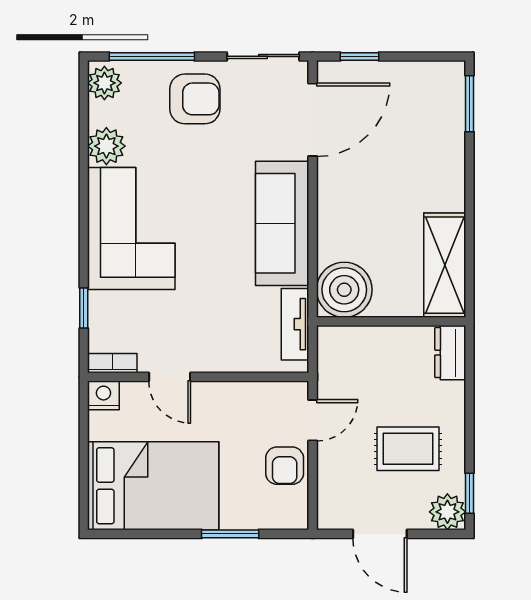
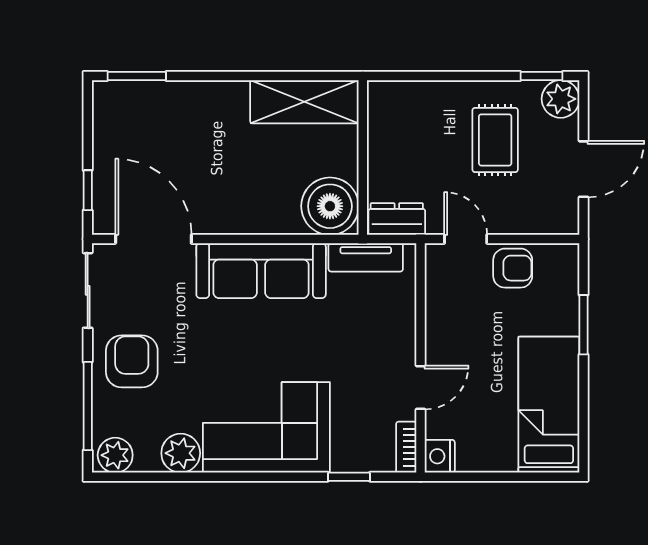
dresser: (450, 353) -> (397, 219), moved, turned 180
bed: (153, 486) -> (549, 405), width x0.67

